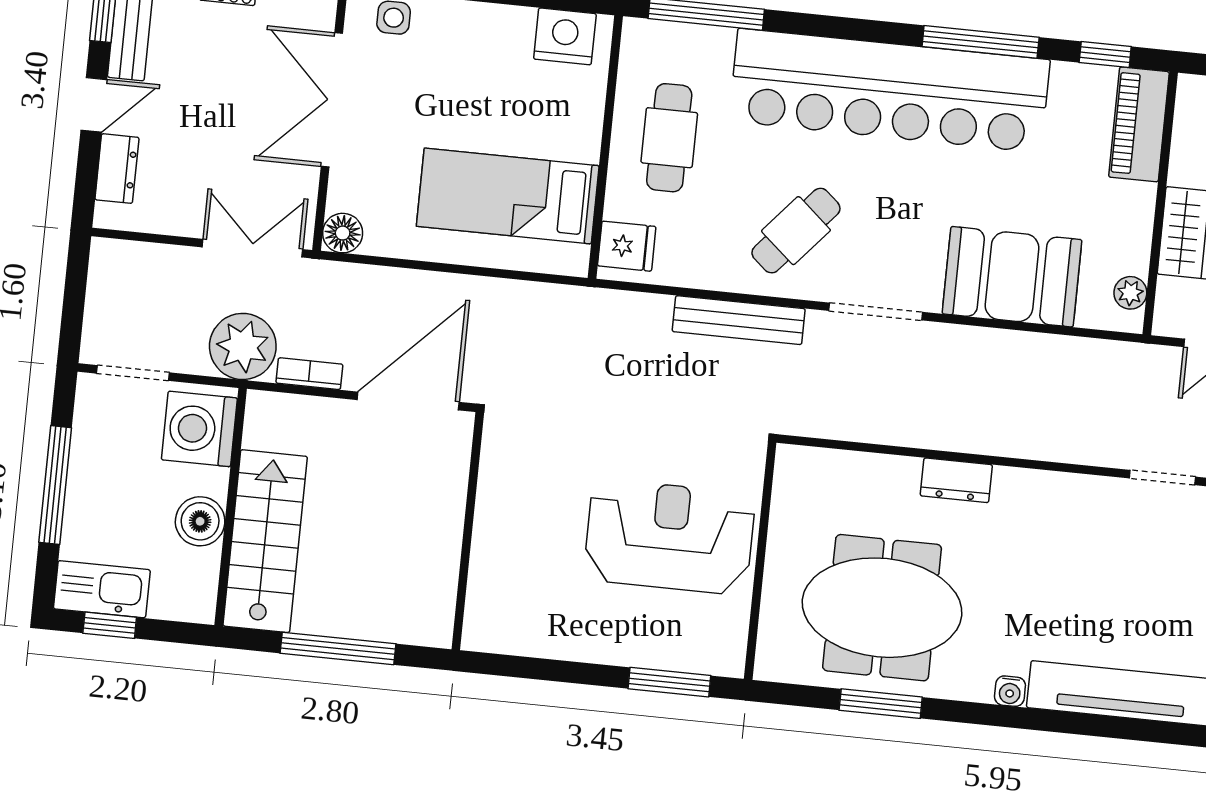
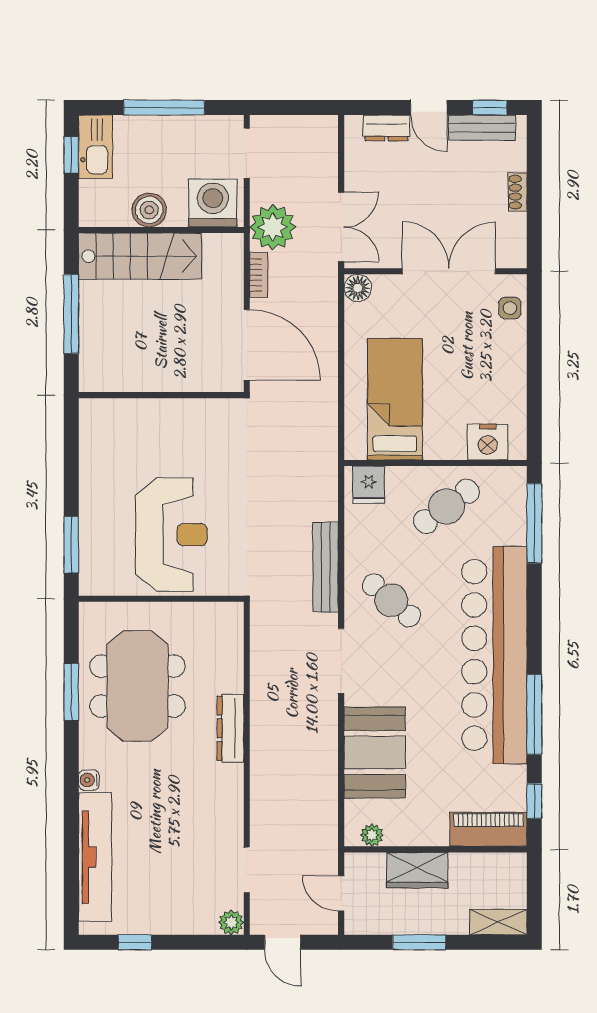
nightstand: (565, 36) -> (488, 442), moved, turned 90
cafe table: (669, 138) -> (446, 506), turned -36
dresser: (956, 480) -> (230, 728), width x1.44

